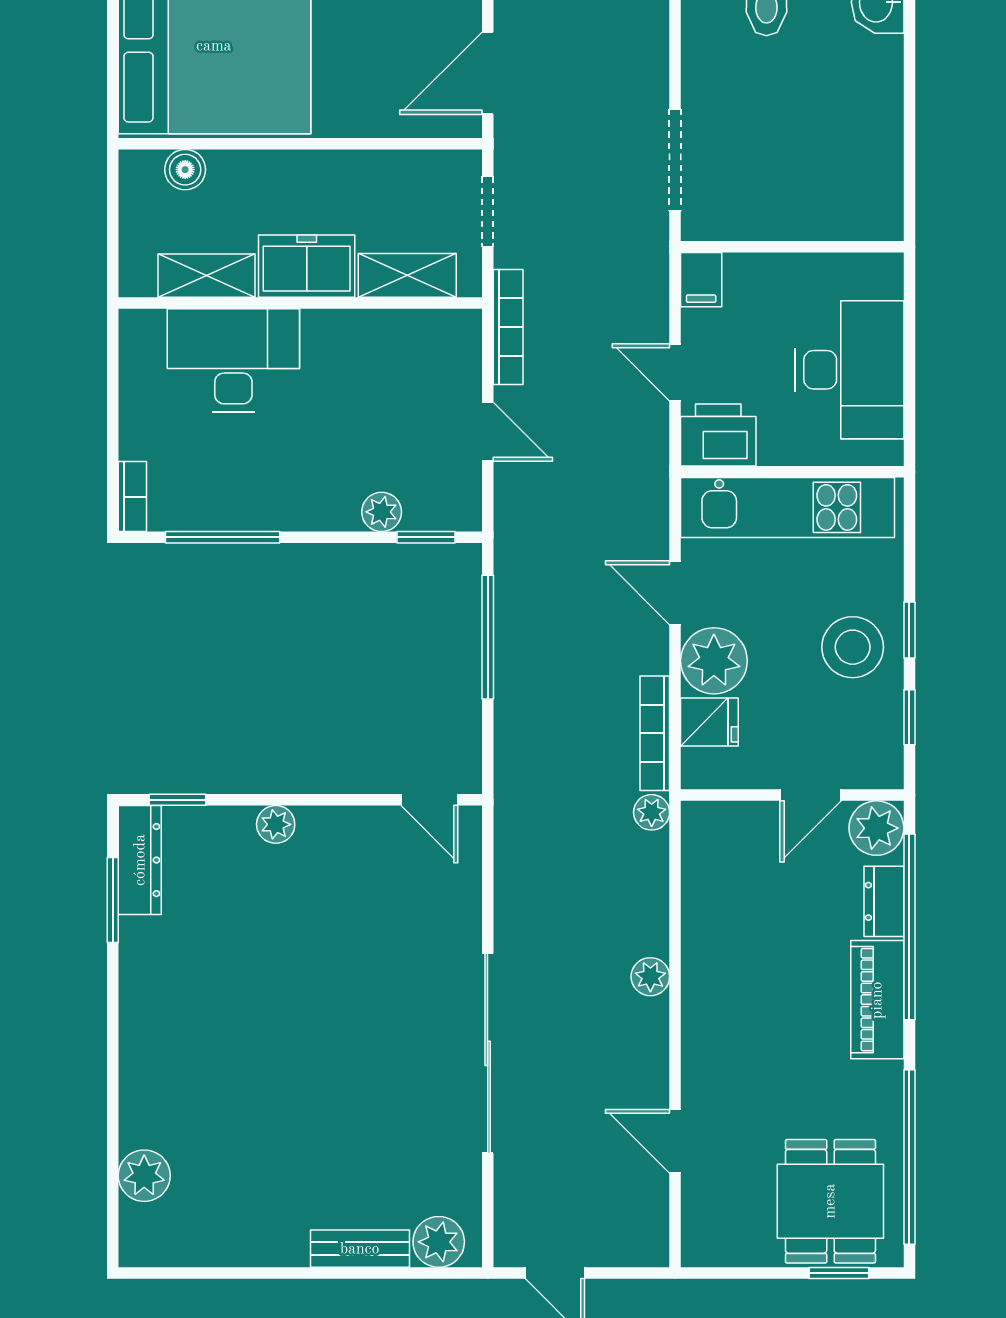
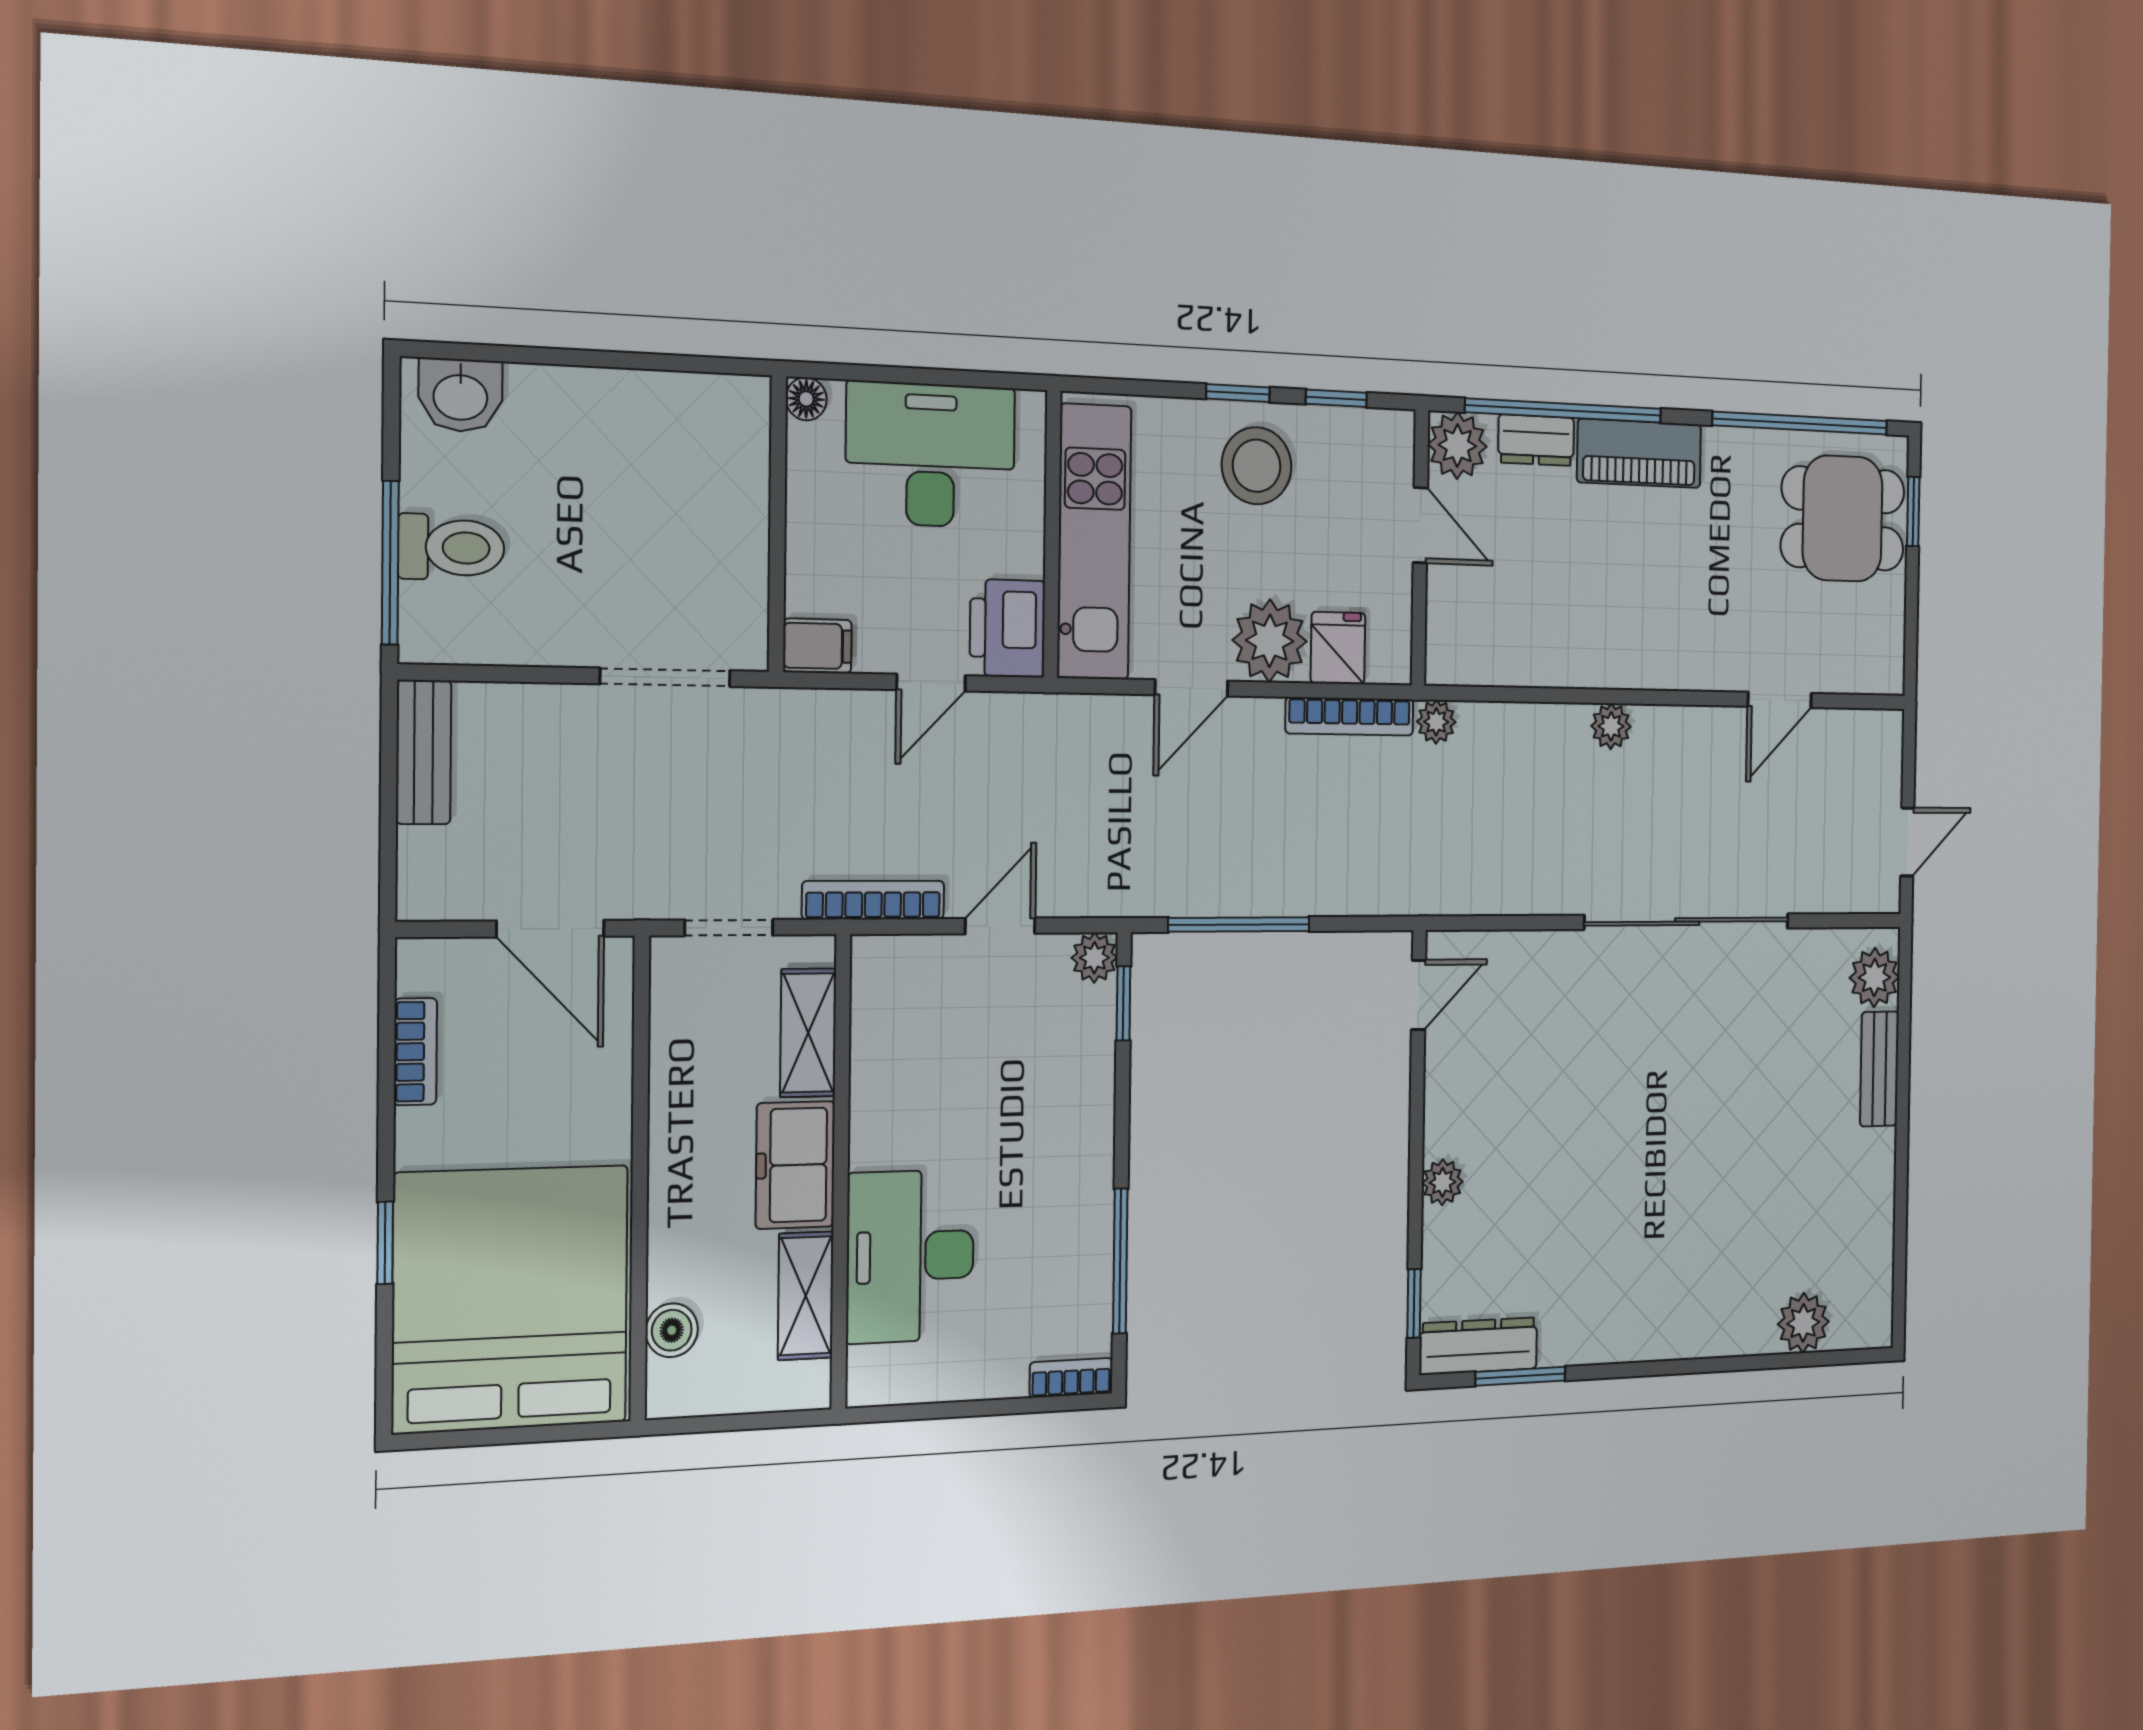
floor lamp: (888, 269) -> (806, 399), added
plant: (382, 512) -> (1094, 958), moved

